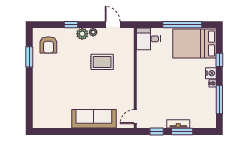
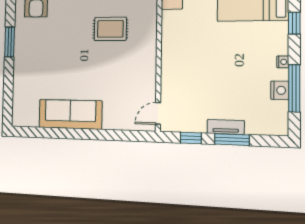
window: (29, 57) -> (10, 42), moved
nightstand: (211, 73) -> (280, 90), moved
sofa: (94, 119) -> (70, 114), moved

